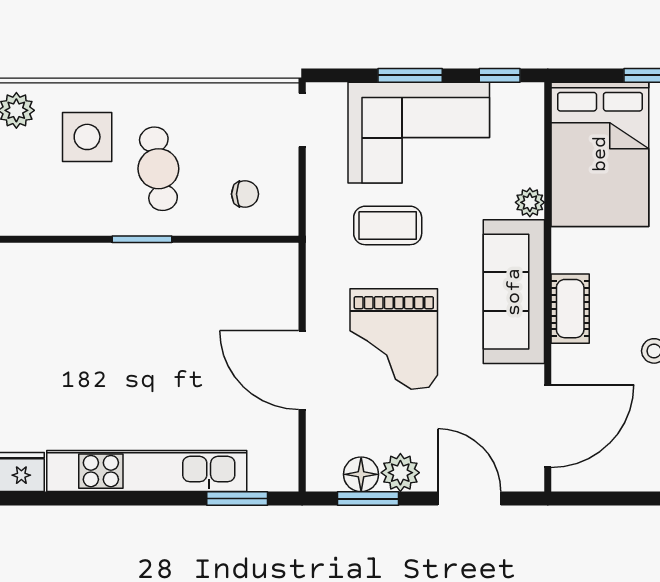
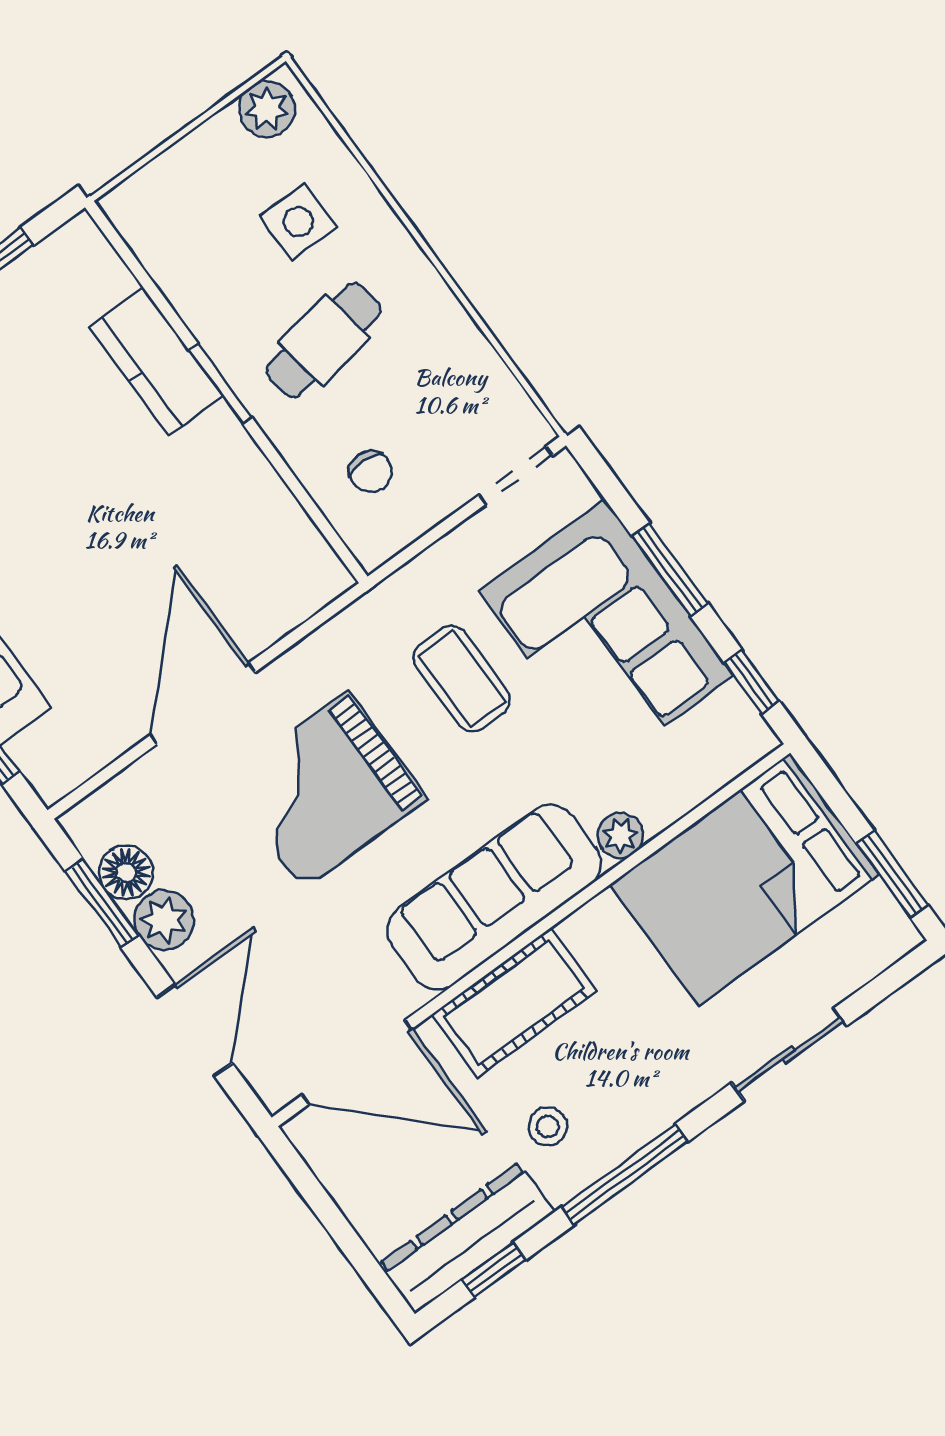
side table: (87, 137) -> (298, 222), width x0.73, depth x0.73
kitchen counter: (106, 264) -> (156, 362), added
cot: (570, 309) -> (514, 1003), width x1.37, depth x1.34

